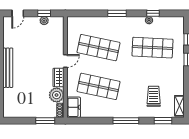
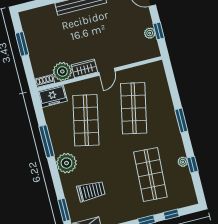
door: (65, 61) -> (107, 72), hinge flipped
plant: (127, 110) -> (66, 163), added
window: (45, 121) -> (22, 44), moved
window: (126, 121) -> (47, 141), moved

